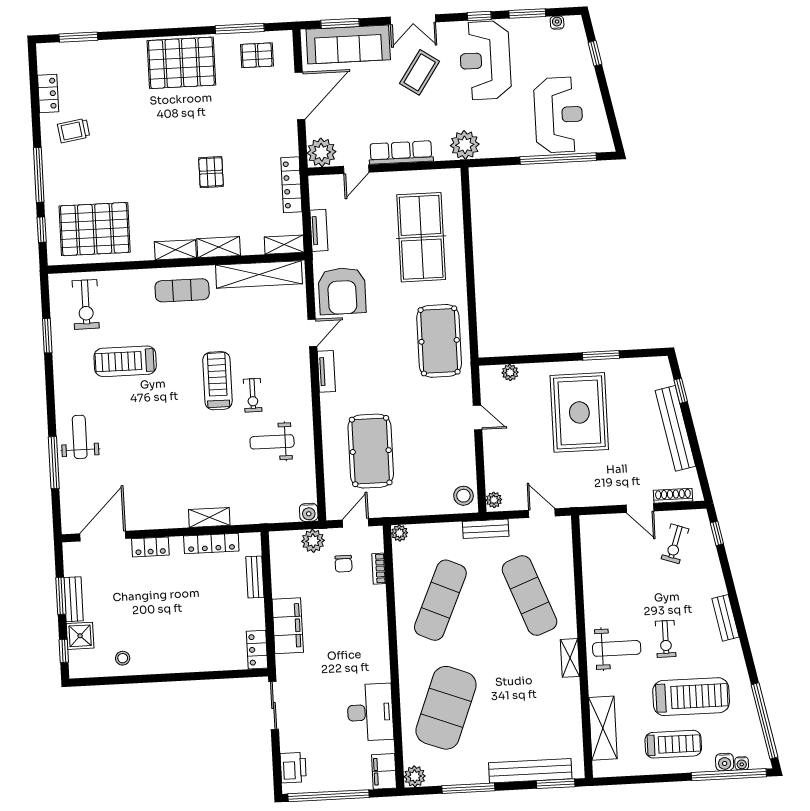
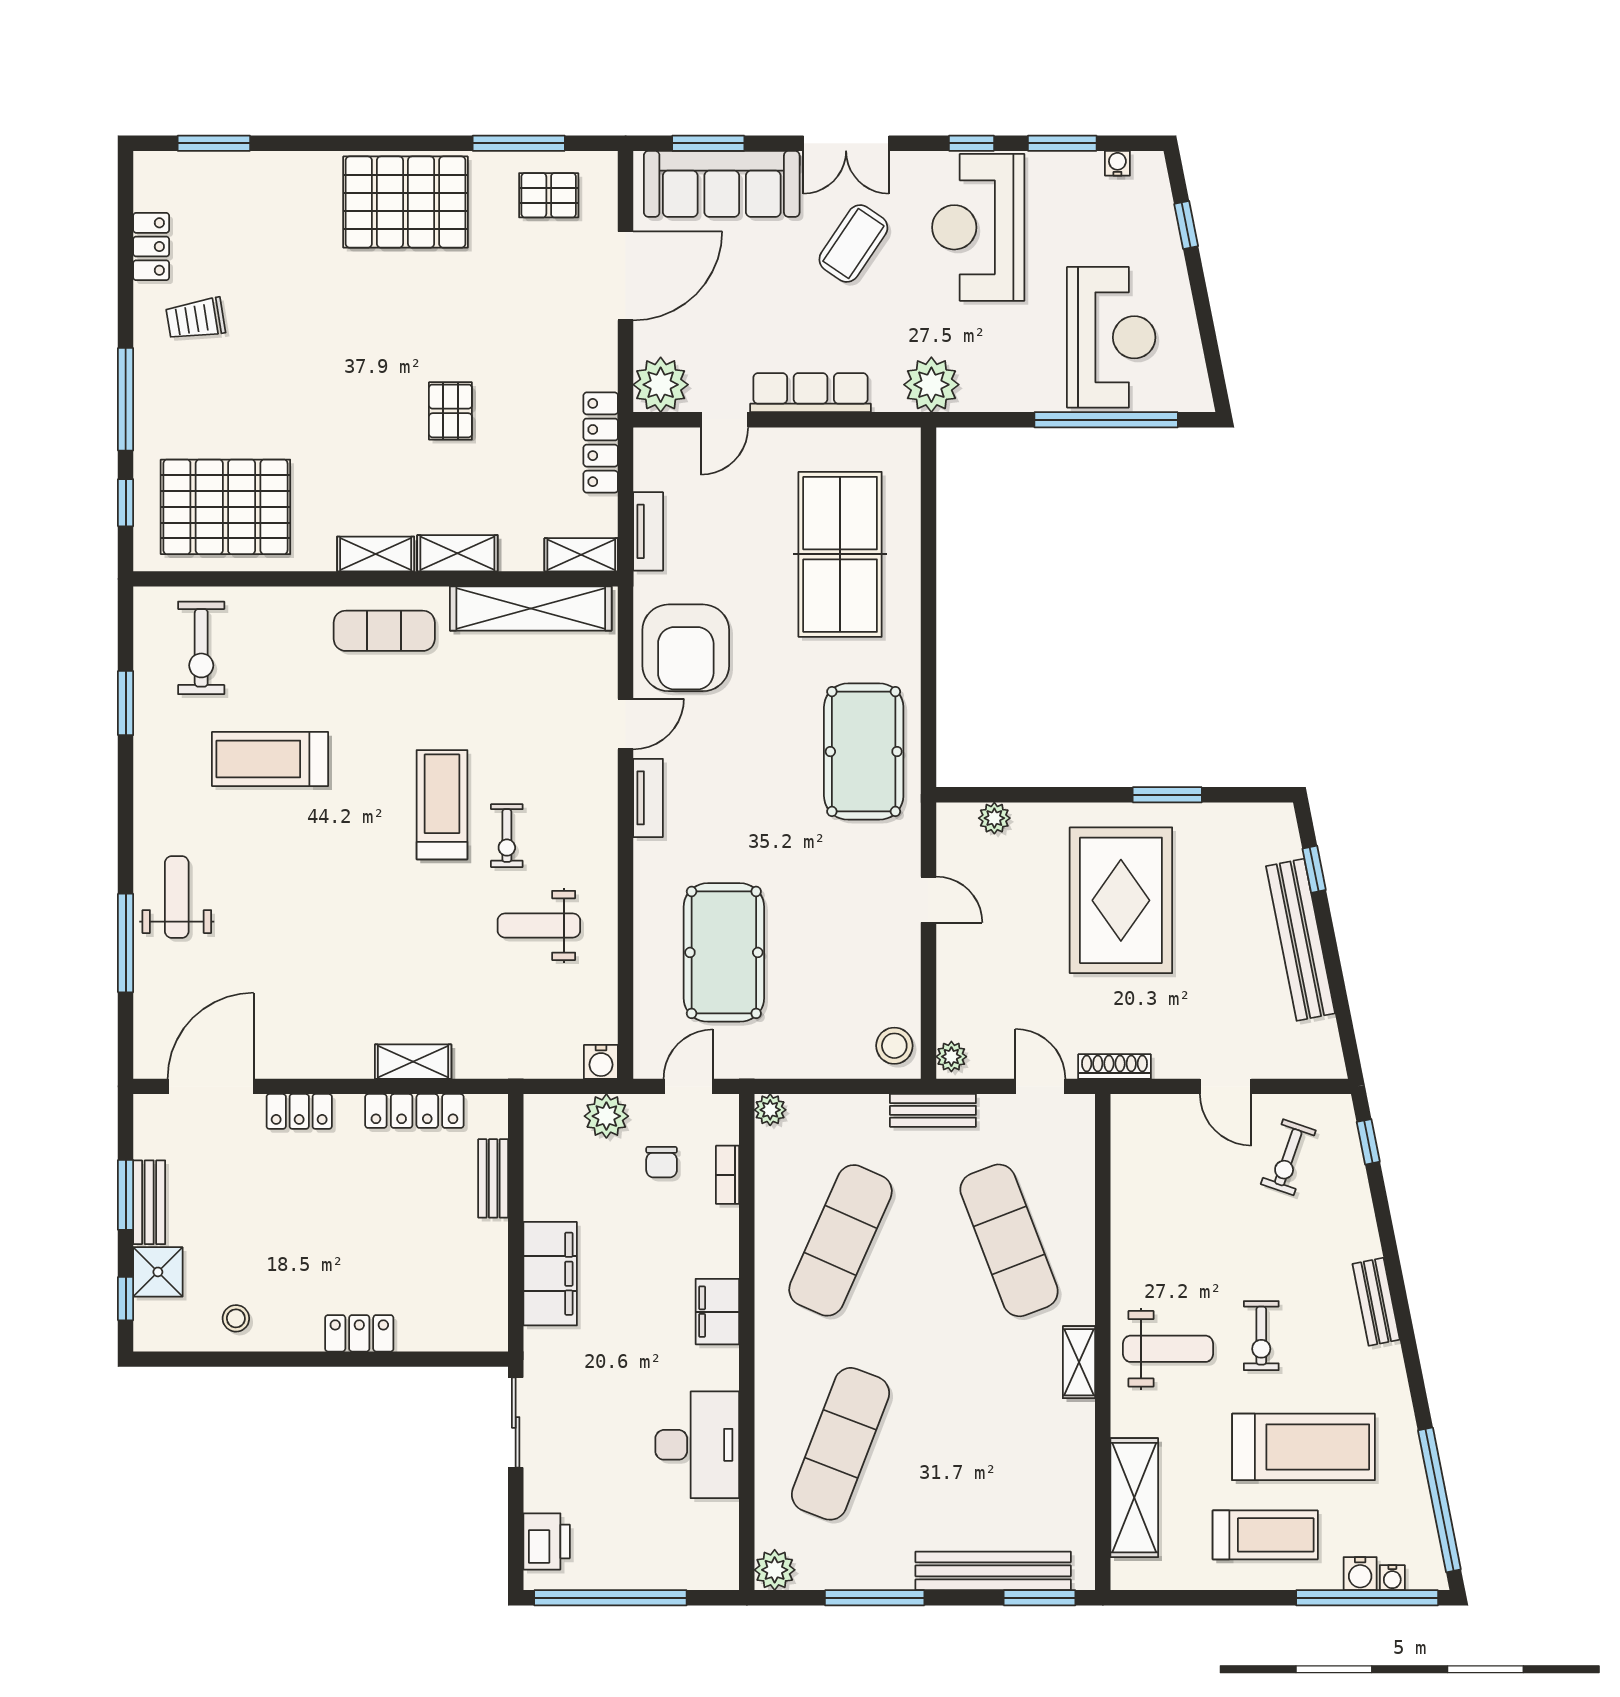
shoe rack: (673, 496) -> (1114, 1066), moved
locker: (257, 650) -> (359, 1333), moved, turned 90
exercise mat: (446, 708) -> (841, 1444), width x0.68
filing cabinet: (384, 771) -> (717, 1312), moved

